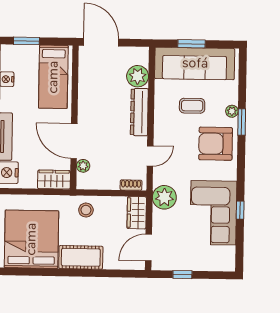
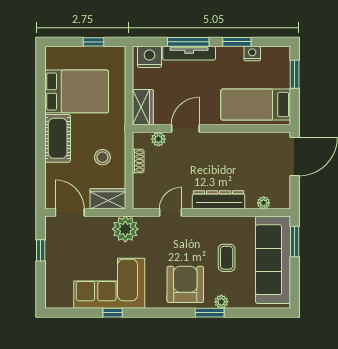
window: (192, 44) -> (295, 242), moved
plant: (138, 76) -> (264, 203), width x0.53, depth x0.53
door: (74, 141) -> (185, 128), width x0.73
door: (150, 156) -> (171, 213), swing flipped
shoe rack: (131, 185) -> (138, 161), moved
stool: (86, 210) -> (102, 157), moved
bed: (31, 239) -> (77, 91), width x0.73

